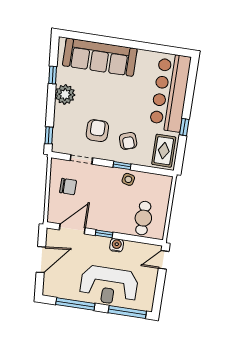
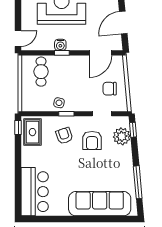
window: (53, 75) -> (138, 182), width x2.17
bar counter: (170, 92) -> (35, 192), width x0.73
plant: (65, 94) -> (122, 136), moved
window: (184, 127) -> (18, 128), moved
window: (104, 234) -> (62, 53), moved

